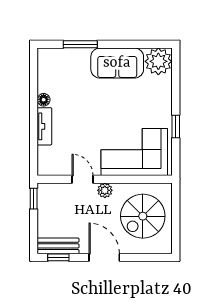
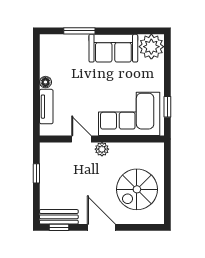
corner sofa: (134, 152) -> (129, 114), moved
door: (83, 179) -> (81, 139), moved
wall: (105, 179) -> (102, 139), moved
plant: (105, 190) -> (102, 149), moved

